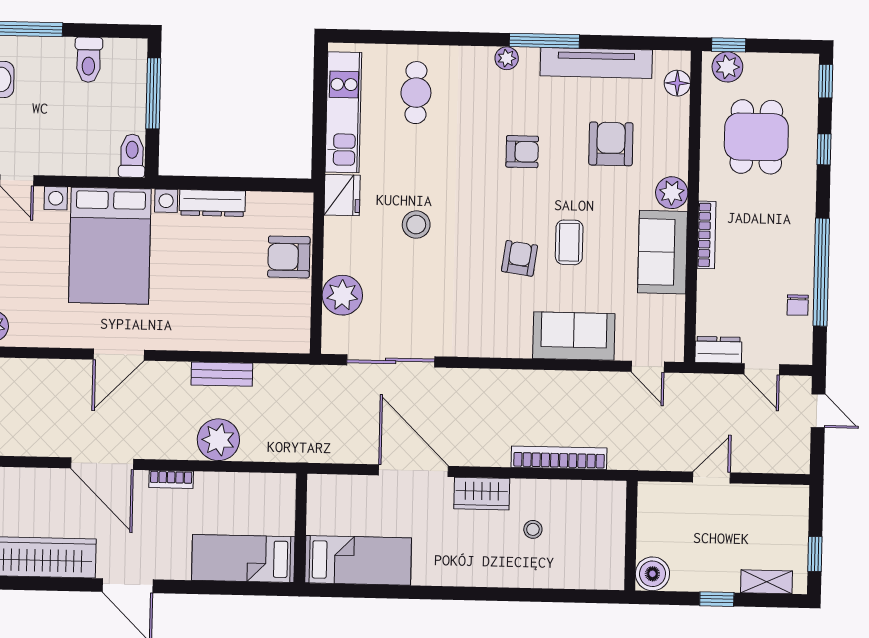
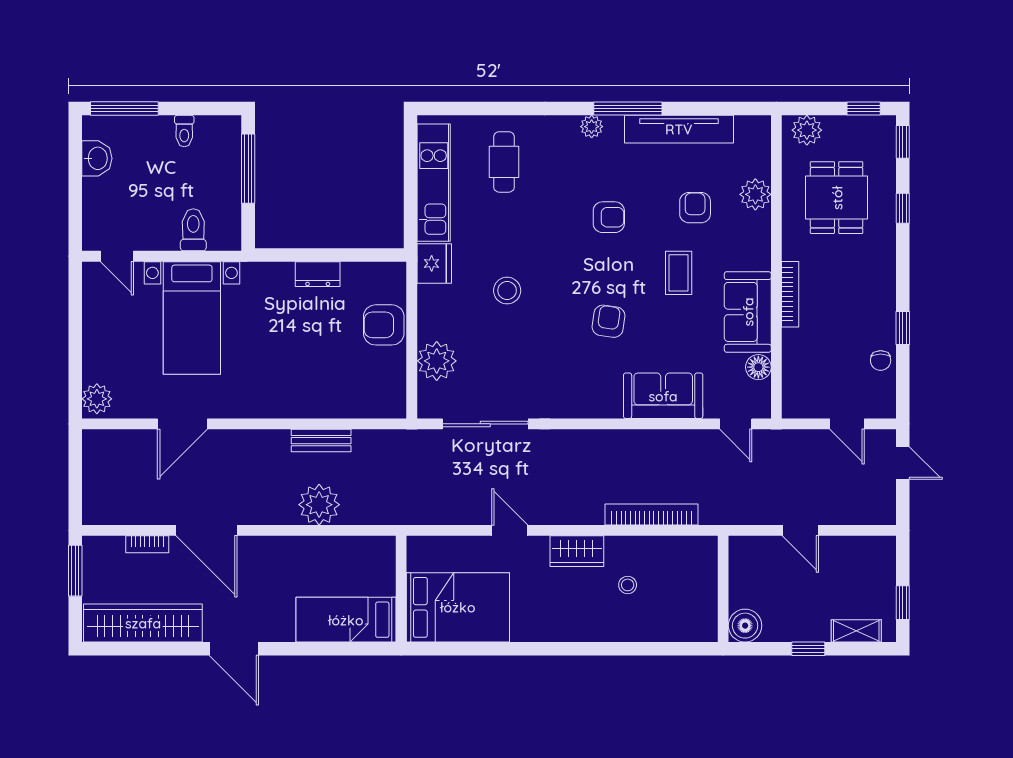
window: (729, 45) -> (864, 109), moved
toilet: (89, 60) -> (184, 131), width x0.73, depth x0.72
floor lamp: (677, 83) -> (758, 367), moved
armchair: (611, 144) -> (695, 208), width x0.72, depth x0.72
toilet: (132, 156) -> (193, 230), moved
plant: (672, 193) -> (755, 194), moved
dresser: (212, 203) -> (318, 274), width x0.70
coffee table: (569, 242) -> (679, 273), moved
bed with nightstands: (110, 246) -> (192, 318), width x0.73
window: (821, 272) -> (903, 328), width x0.32
dresser: (718, 350) -> (804, 406), removed
door: (119, 355) -> (182, 424), moved
door: (413, 471) -> (510, 530), width x0.53
door: (711, 477) -> (800, 530), swing flipped
bookcase: (171, 479) -> (147, 544), moved
bed: (358, 560) -> (458, 607), width x1.50

